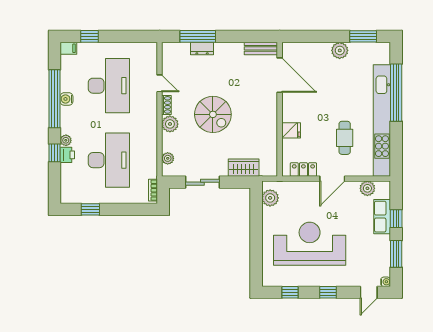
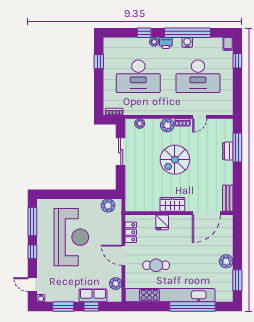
printer: (67, 155) -> (166, 43), moved
wardrobe: (244, 168) -> (172, 204), moved, turned -90
window: (290, 292) -> (32, 221), width x2.17

